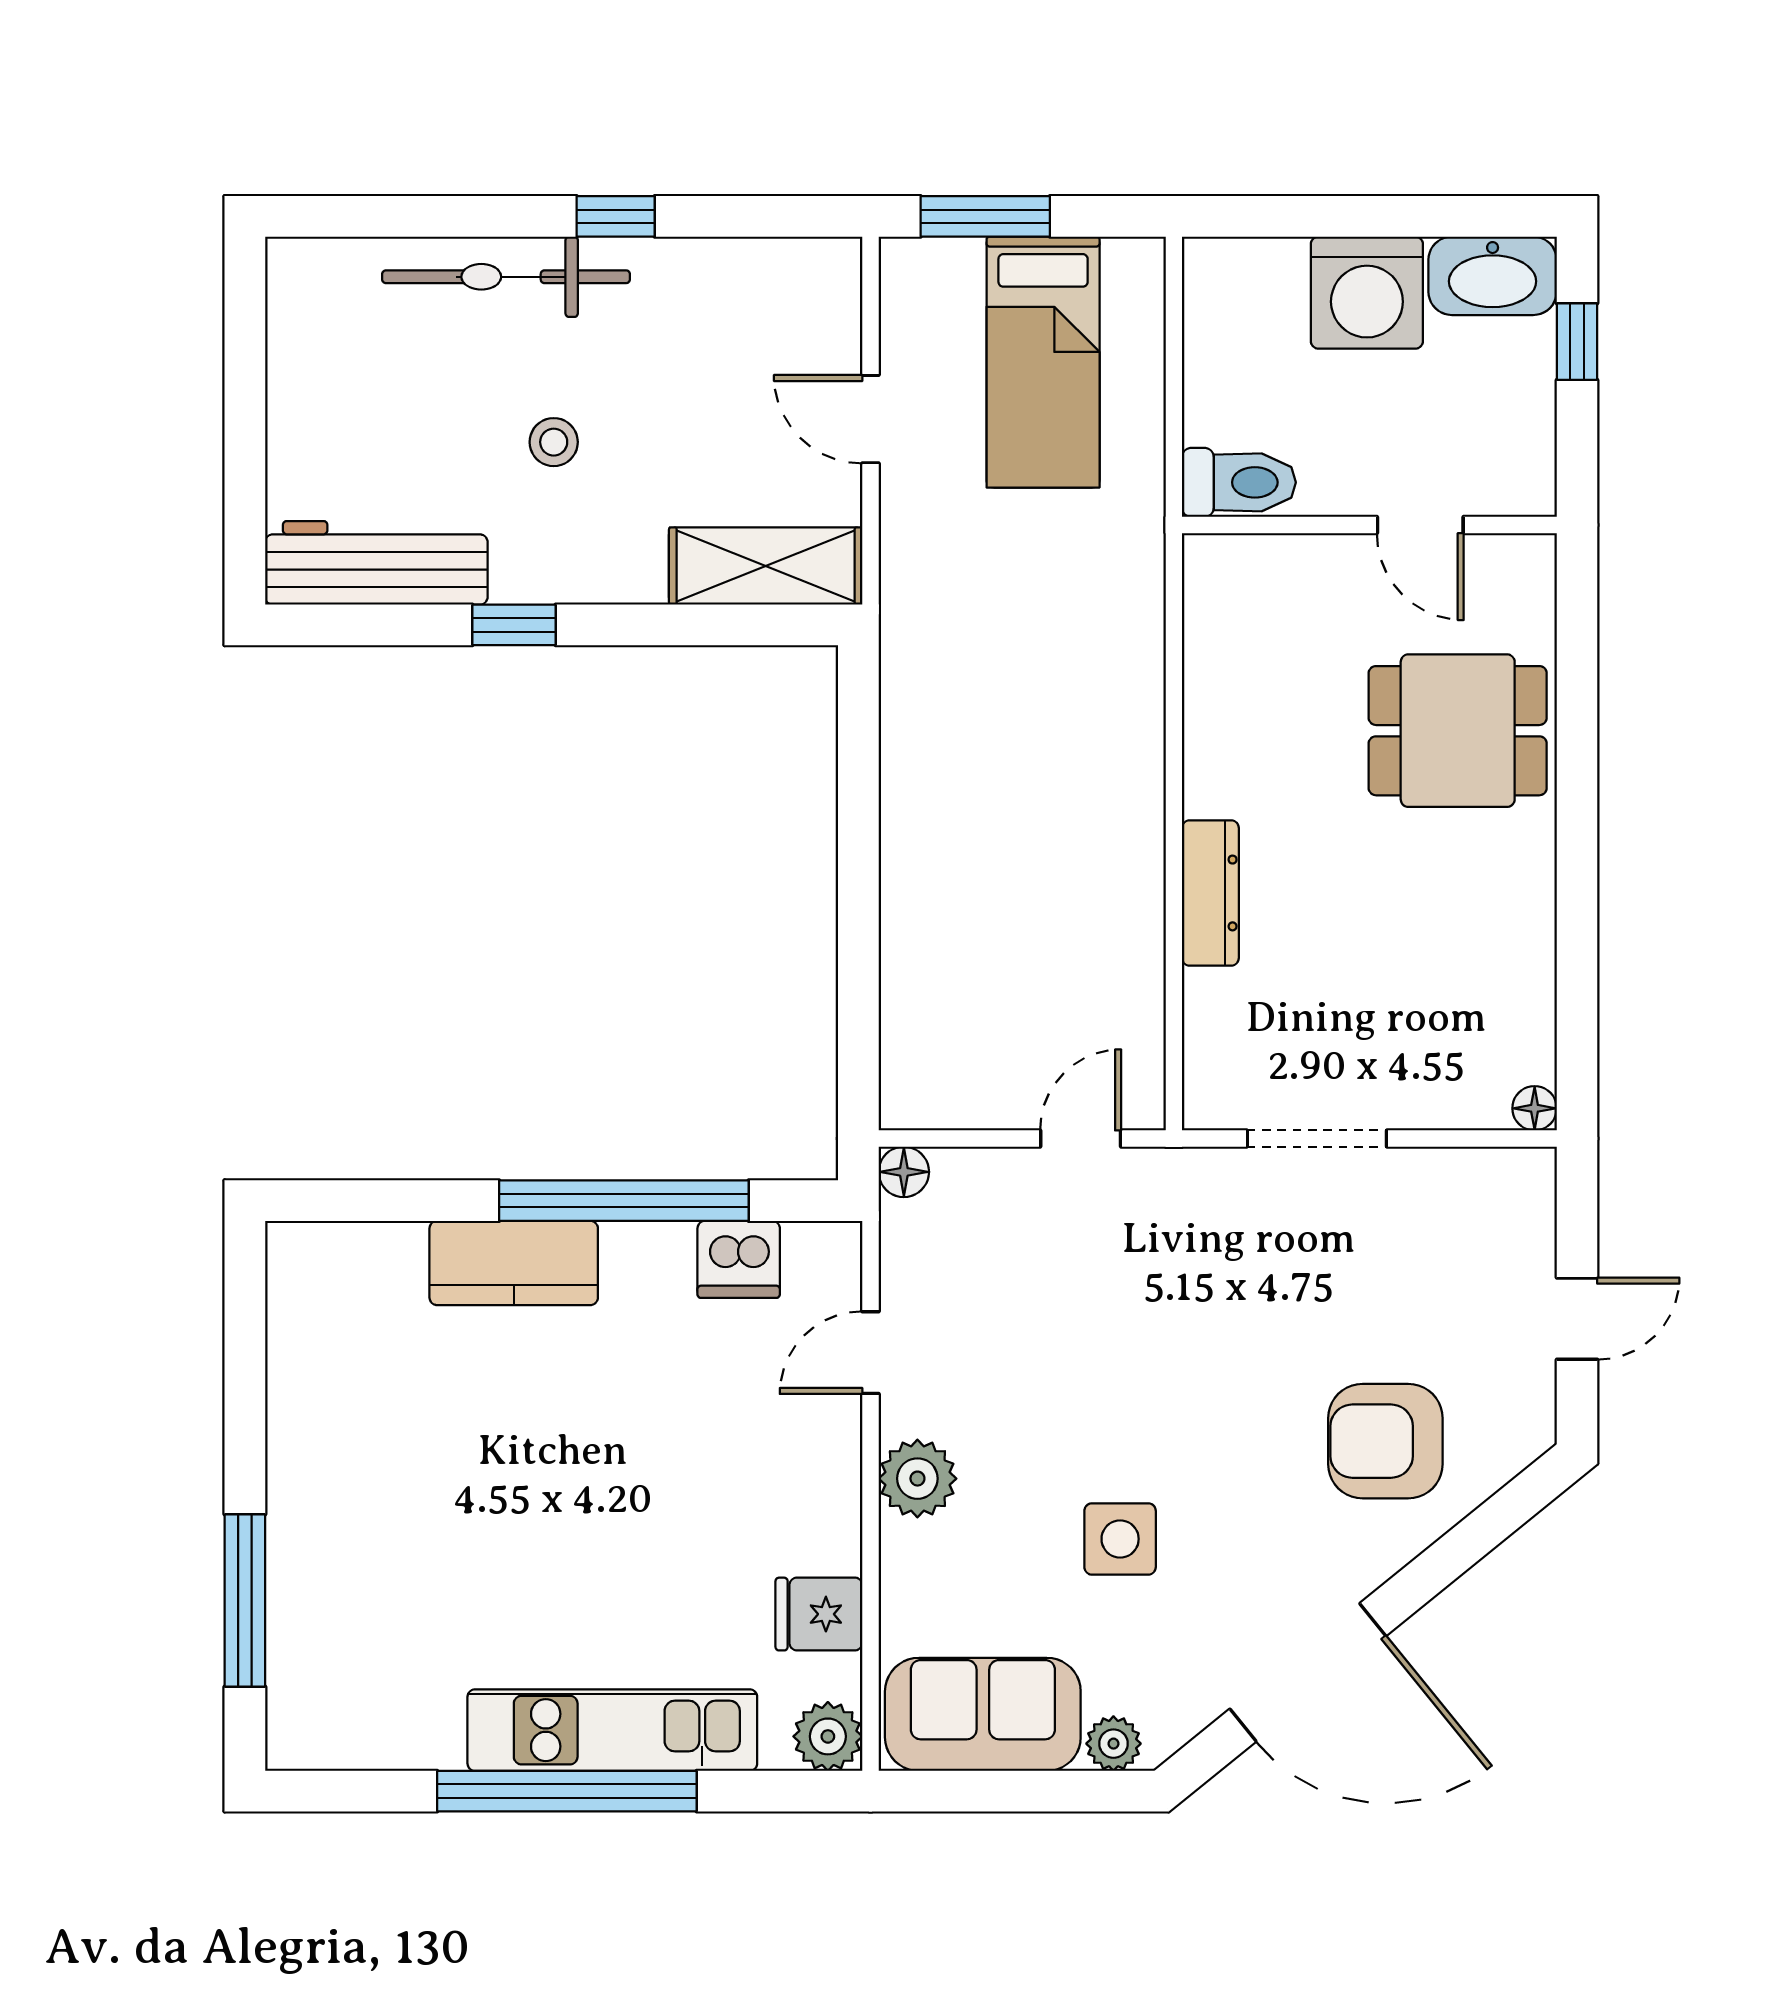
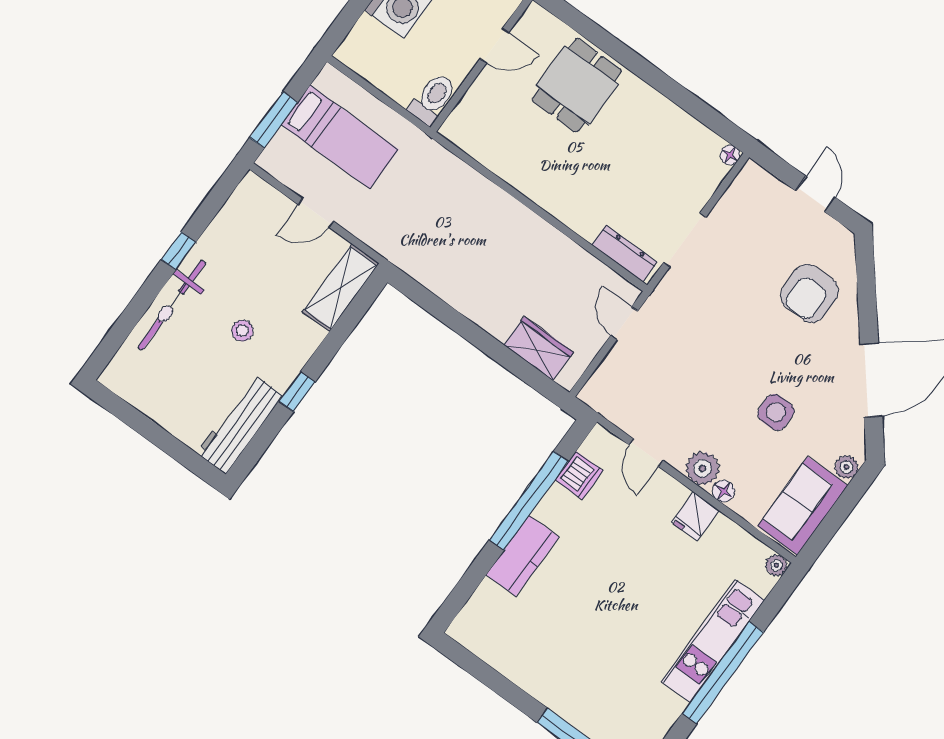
dresser: (1210, 893) -> (624, 253), moved
wardrobe: (919, 1014) -> (539, 349), added
floor lamp: (904, 1172) -> (723, 491), moved
fridge: (819, 1614) -> (695, 516), moved
plant: (828, 1736) -> (776, 565), width x0.73, depth x0.73

